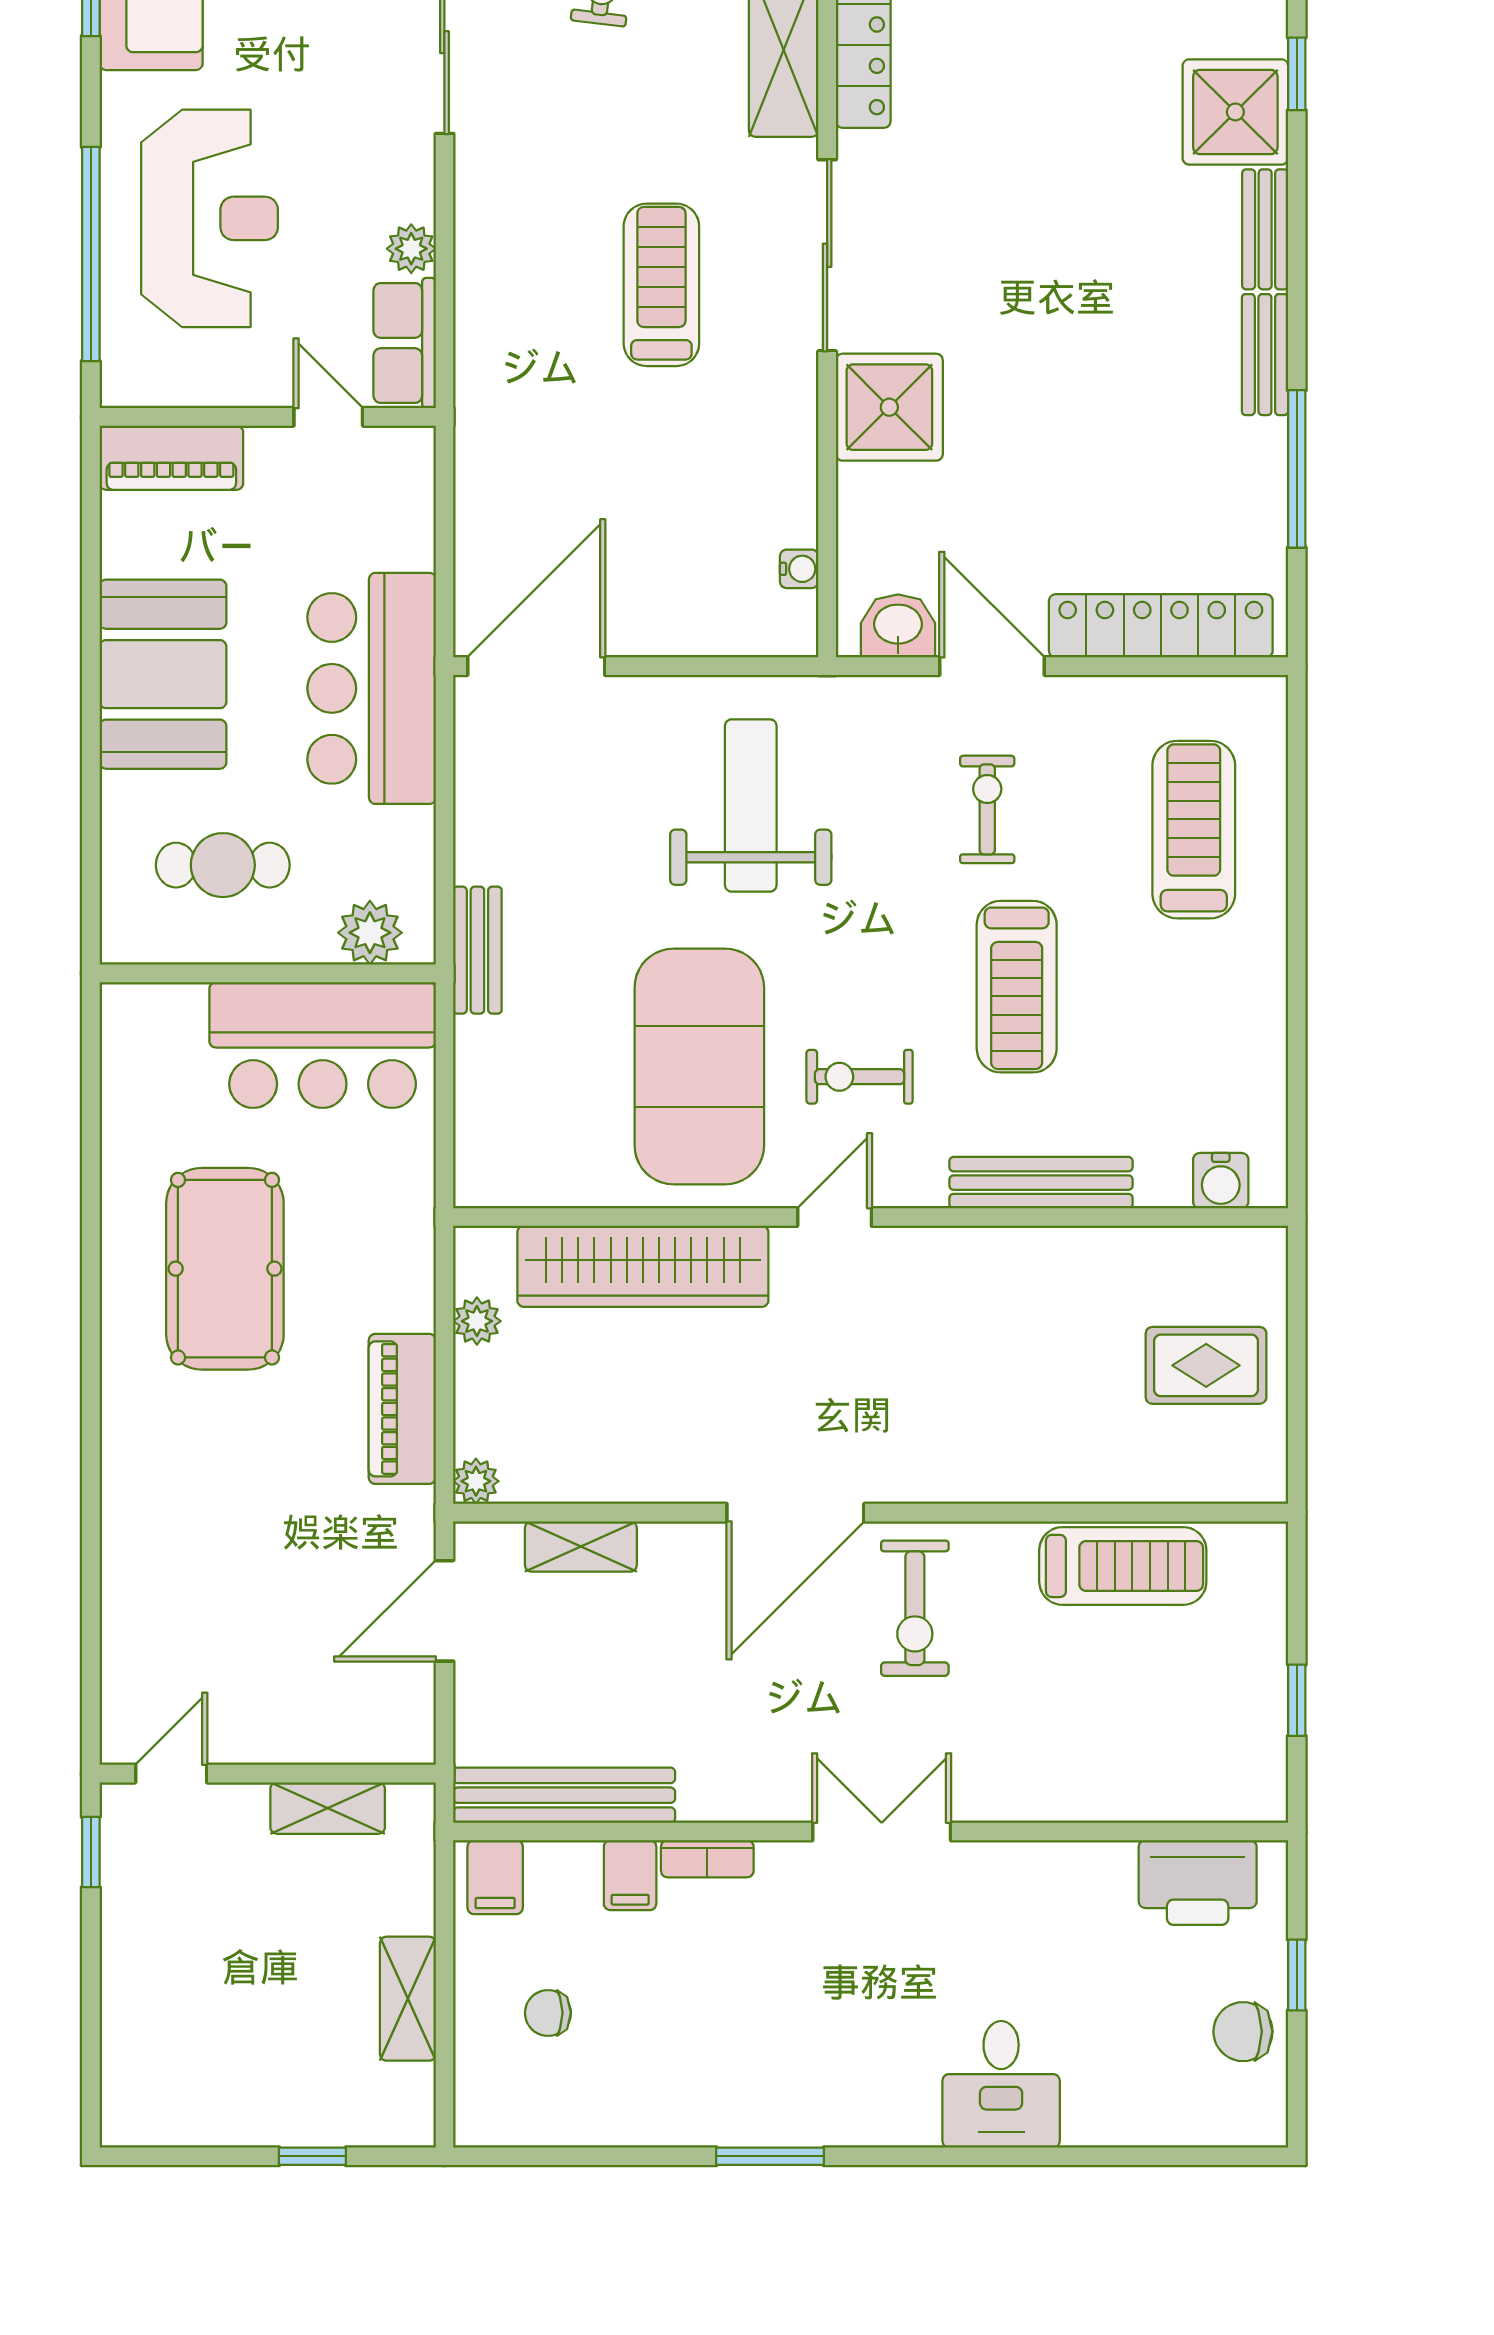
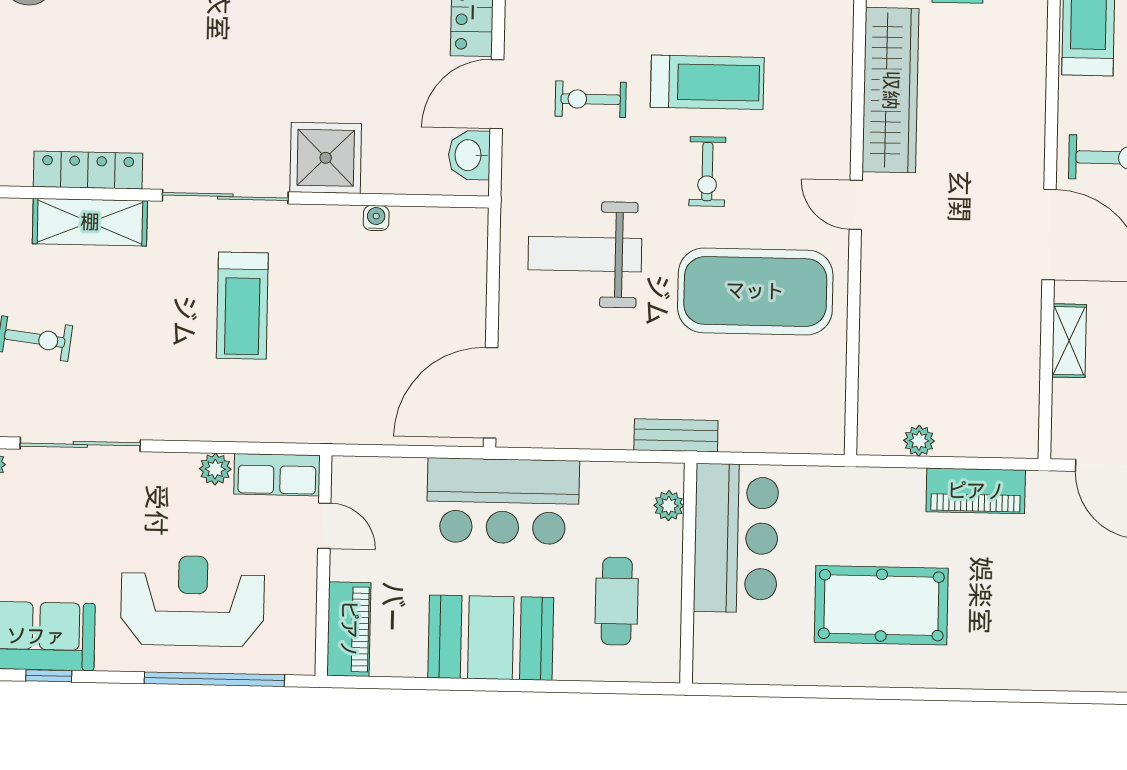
treadmill: (661, 285) -> (242, 306), turned -90
door: (328, 417) -> (324, 526), swing flipped
water cooler: (799, 569) -> (376, 218), moved
door: (536, 666) -> (491, 393), hinge flipped
plant: (370, 933) -> (669, 506), width x0.73, depth x0.73
exercise bike: (860, 1077) -> (707, 172), moved
bench: (1041, 1183) -> (836, 69), removed
wardrobe: (643, 1266) -> (891, 90), moved
plant: (476, 1481) -> (1024, 444), removed
shelving: (581, 1547) -> (1069, 341), moved

